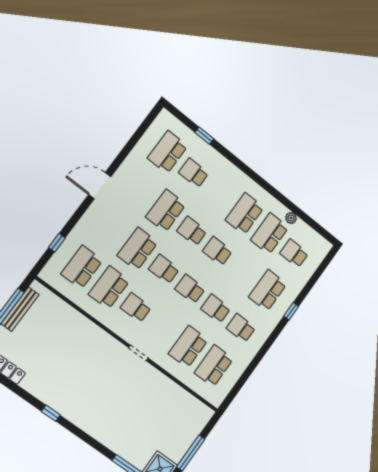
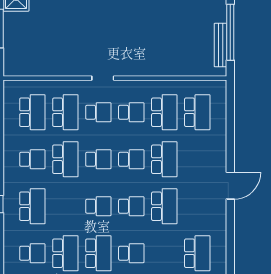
school desk: (194, 173) -> (131, 253), moved
window: (57, 243) -> (230, 117), removed
school desk: (216, 309) -> (65, 159), width x1.85
school desk: (162, 327) -> (98, 112), added

